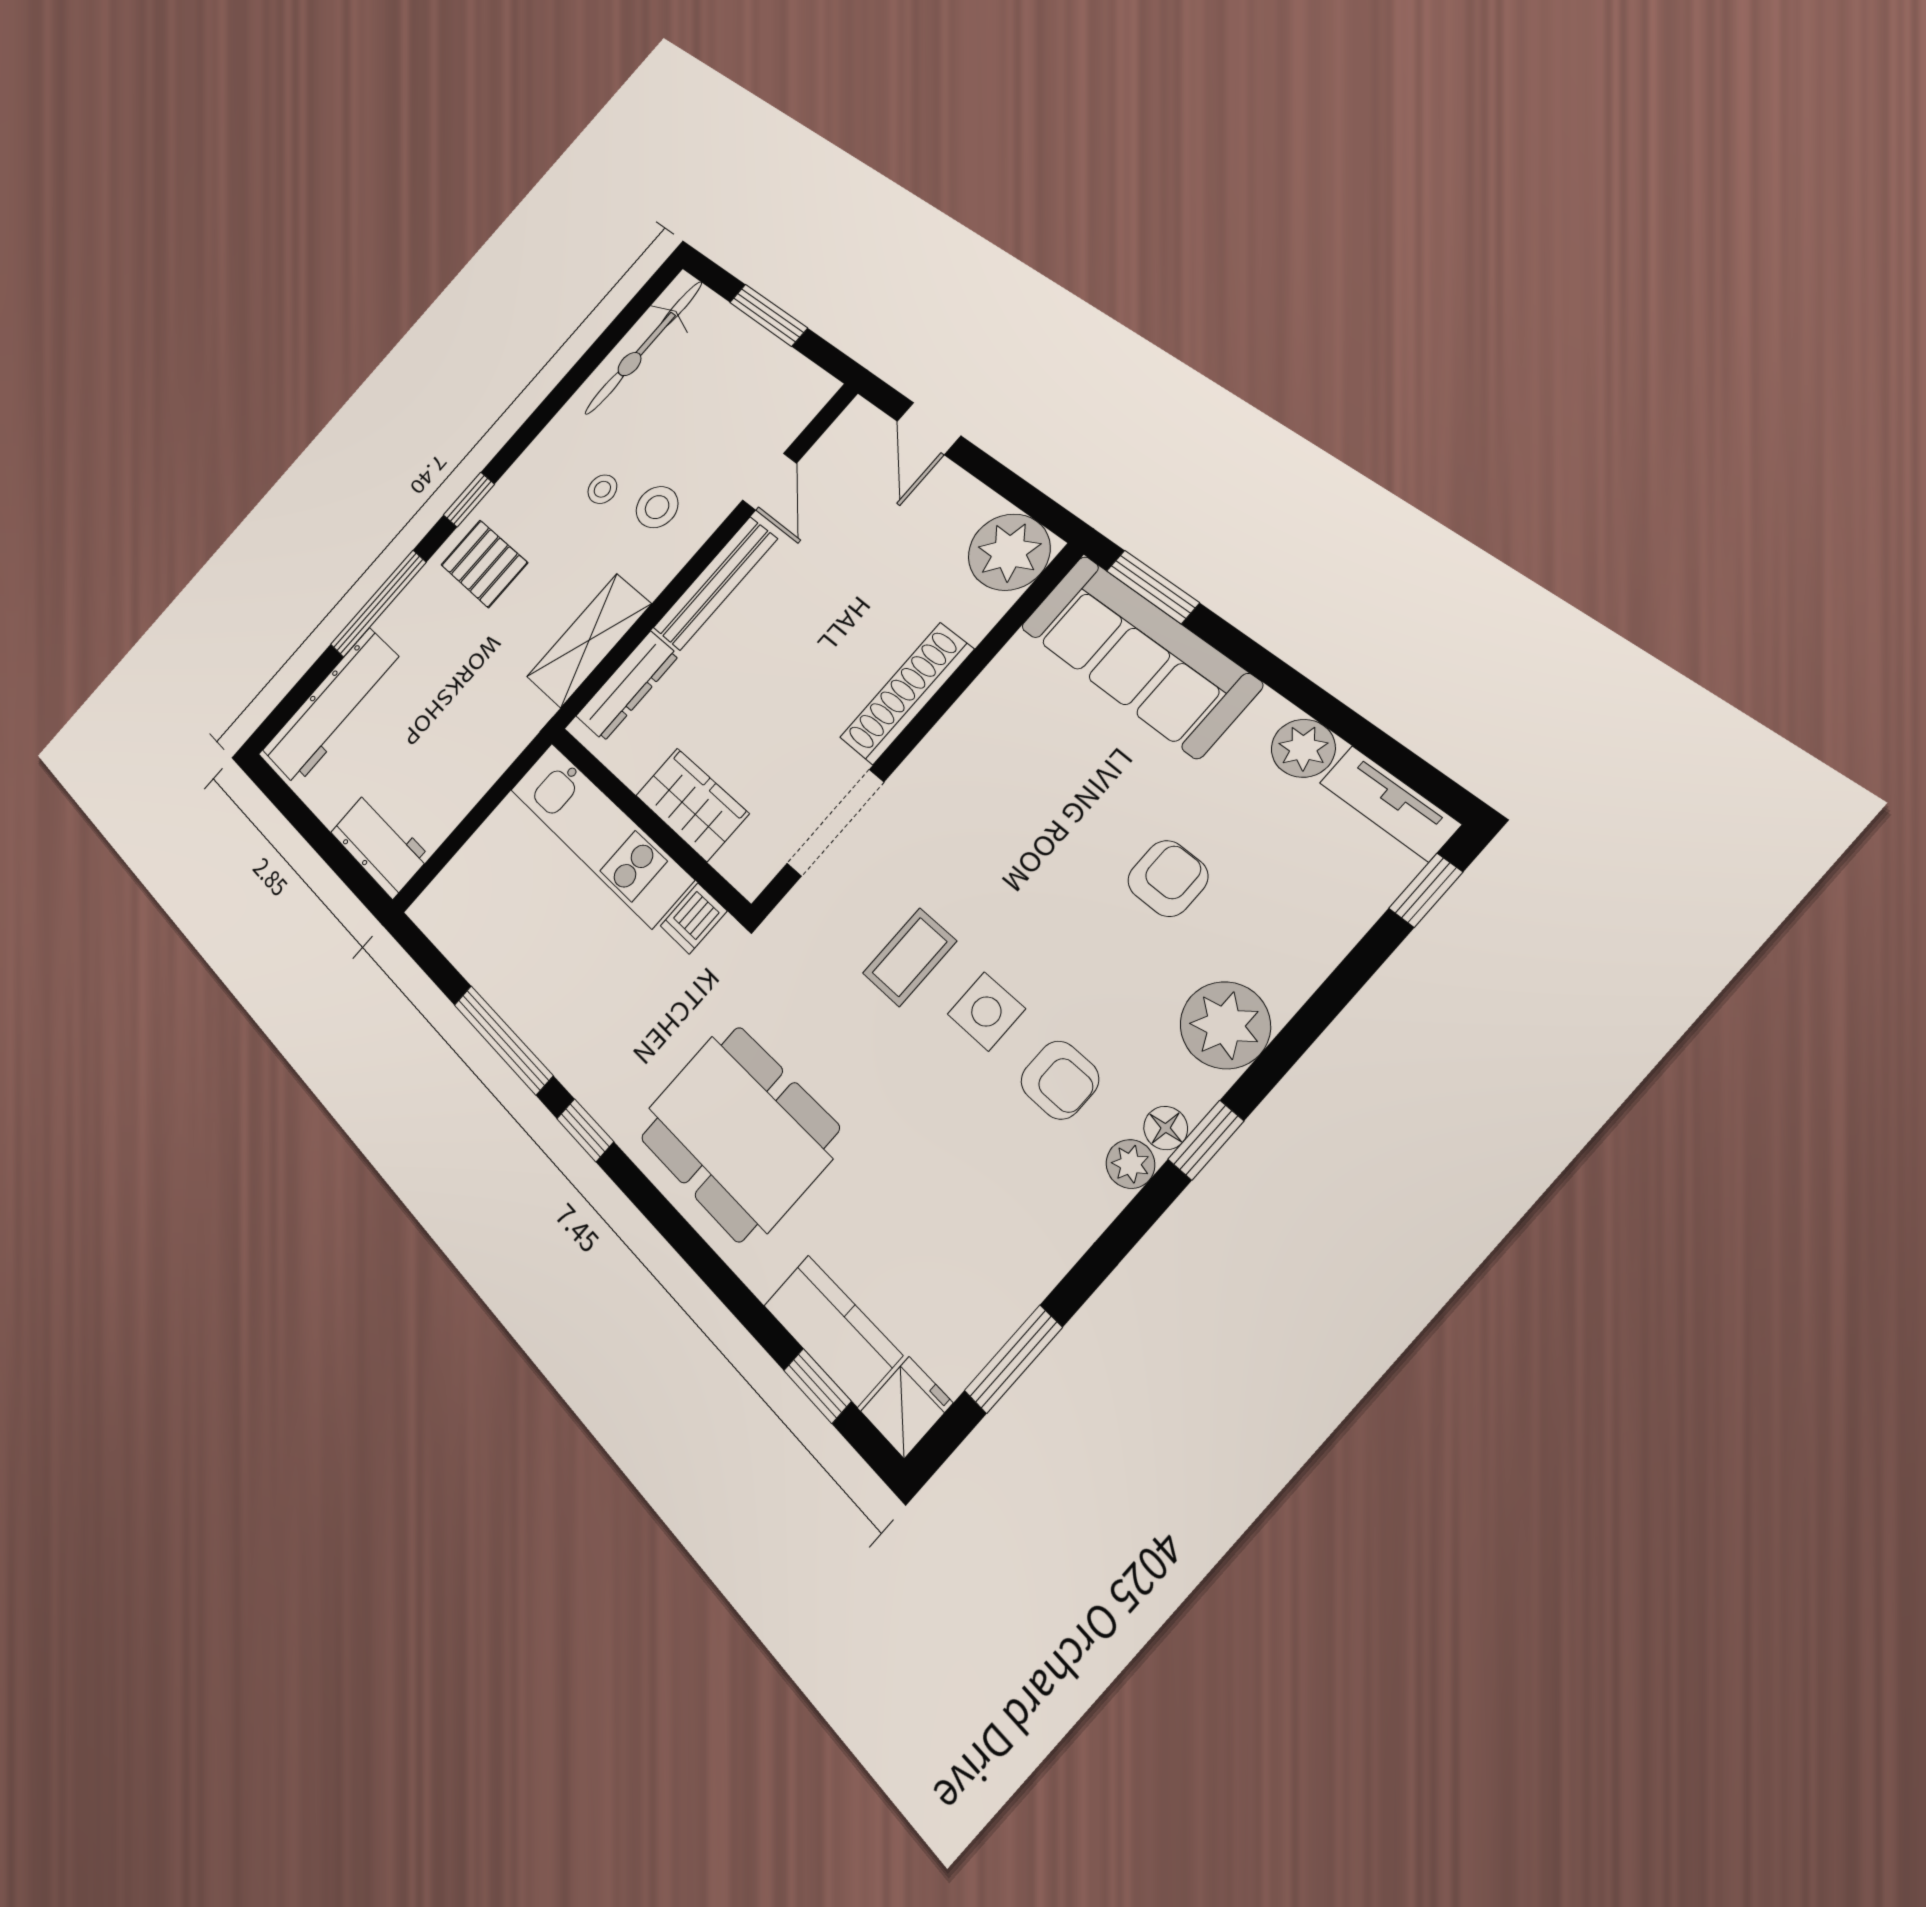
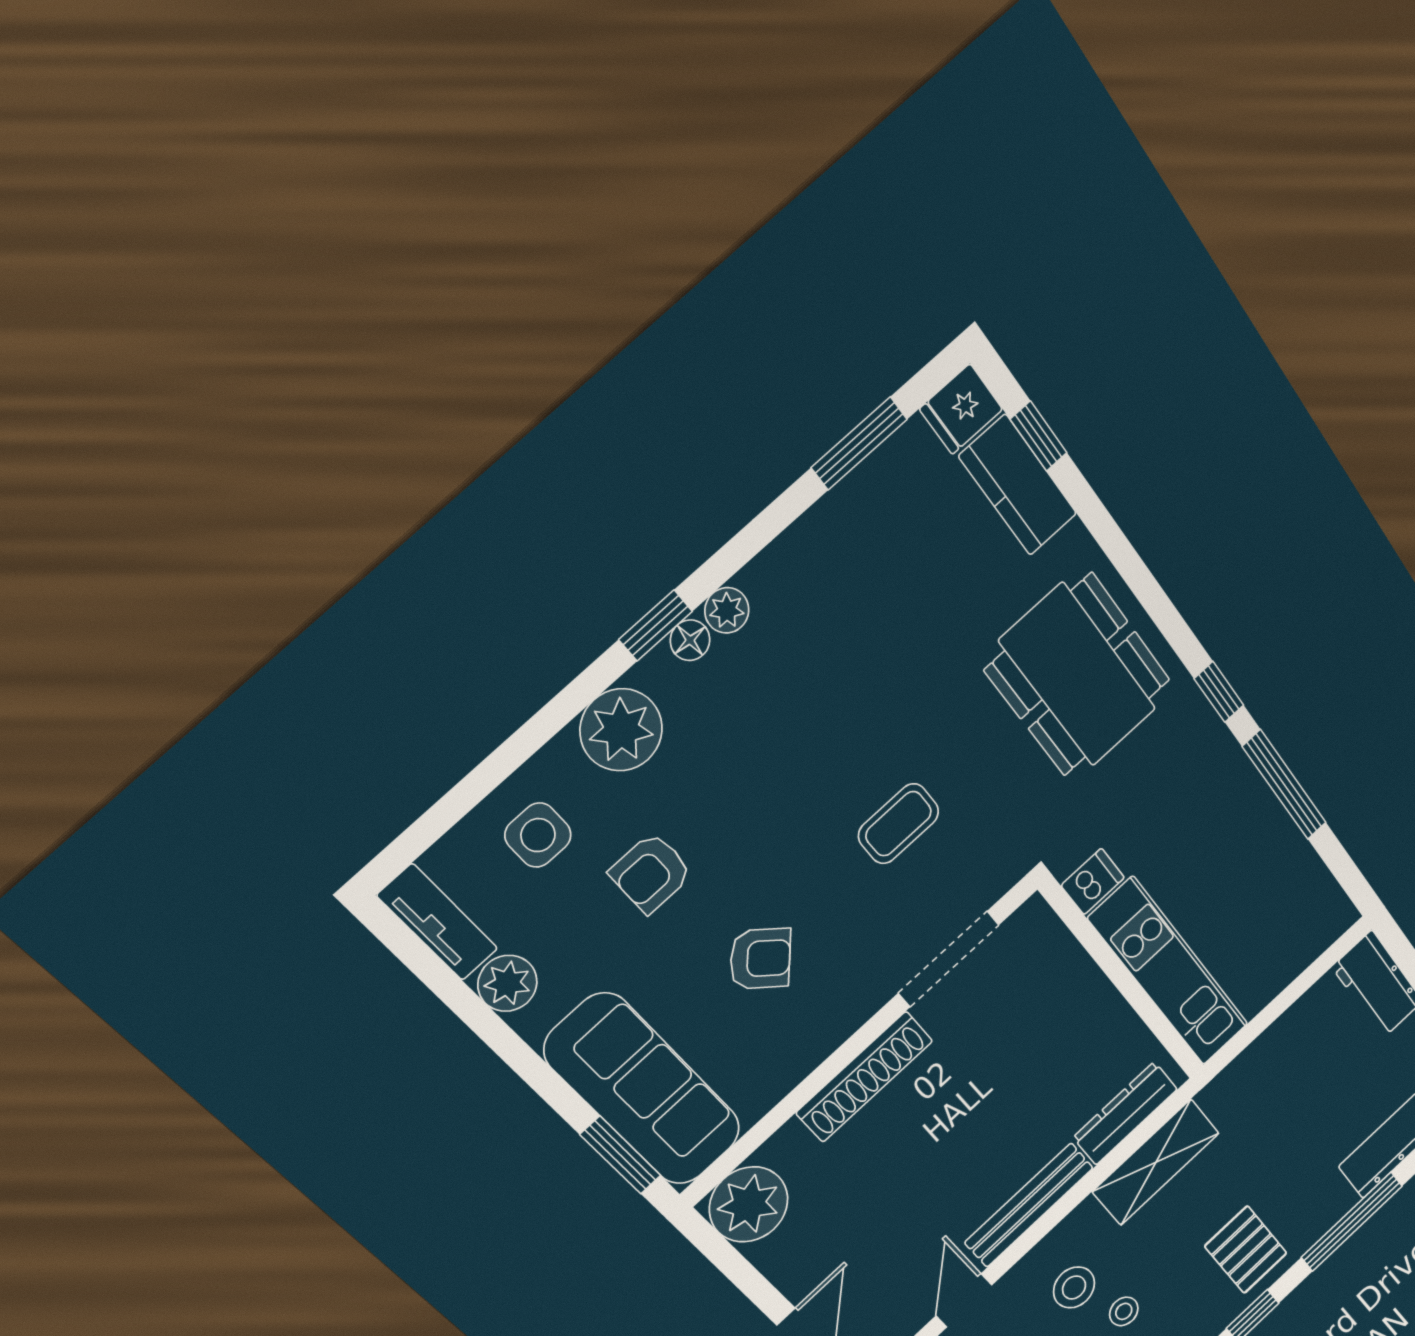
wardrobe: (692, 804) -> (1080, 991), removed
window: (1426, 890) -> (419, 837), removed
side table: (986, 1011) -> (538, 835), moved
armchair: (1060, 1080) -> (760, 959), moved, turned 132

